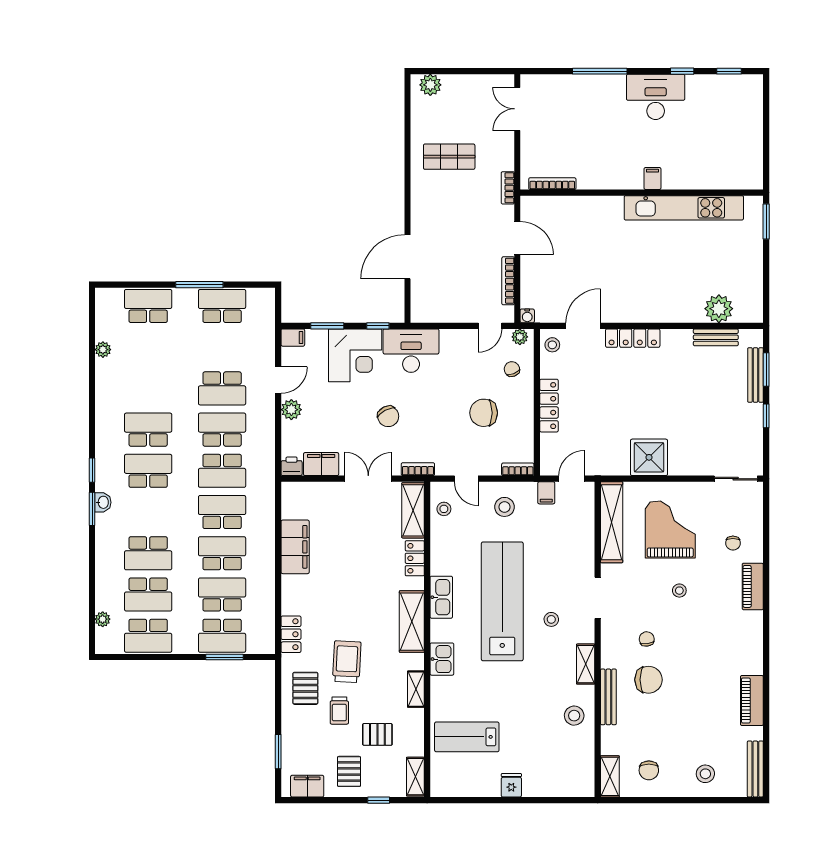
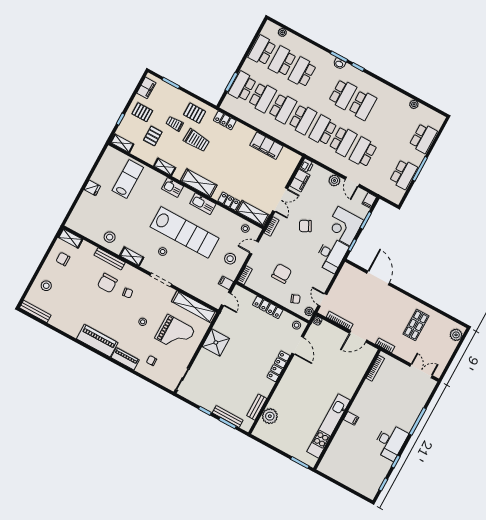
piano: (752, 700) -> (97, 341), moved, width x1.37, depth x1.33

